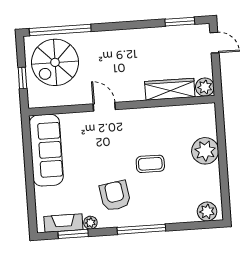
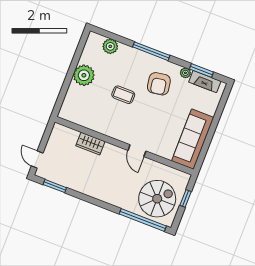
plant: (205, 87) -> (59, 131), removed
wardrobe: (170, 89) -> (90, 144), width x0.67
plant: (205, 151) -> (84, 75), moved
plant: (207, 212) -> (110, 46), moved

